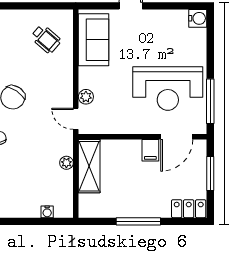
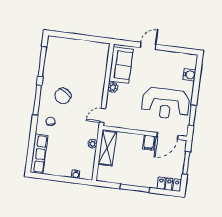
water cooler: (198, 18) -> (189, 75), moved
wheelchair: (46, 39) -> (90, 60), removed
plant: (86, 97) -> (113, 87), moved
window: (210, 101) -> (192, 115), width x0.69
door: (76, 119) -> (102, 115), hinge flipped

